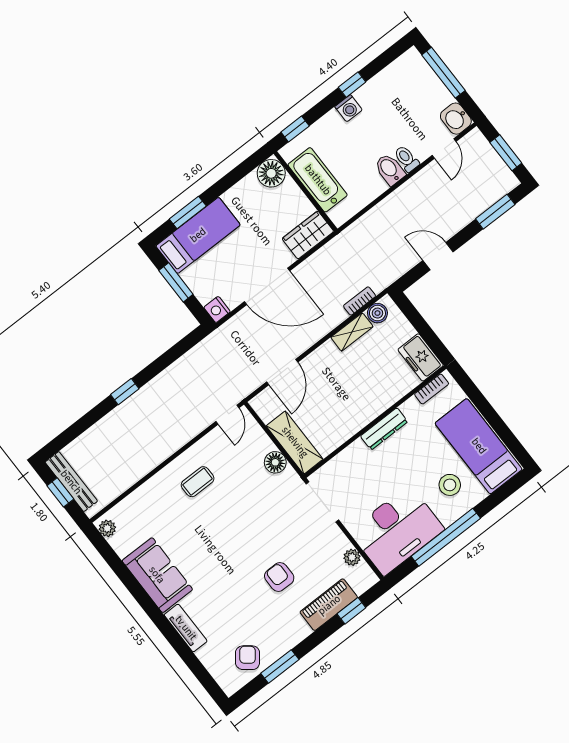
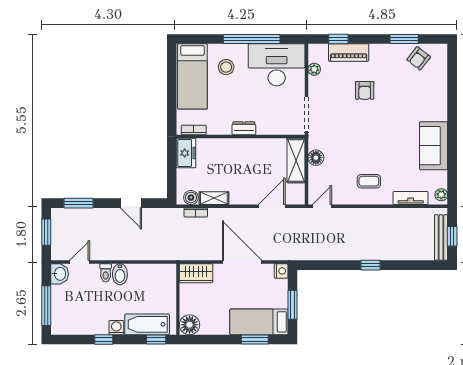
bathtub: (318, 180) -> (147, 324), moved, turned 90
dresser: (384, 429) -> (244, 128), width x0.70
tv unit: (186, 628) -> (411, 198), moved, turned 90

